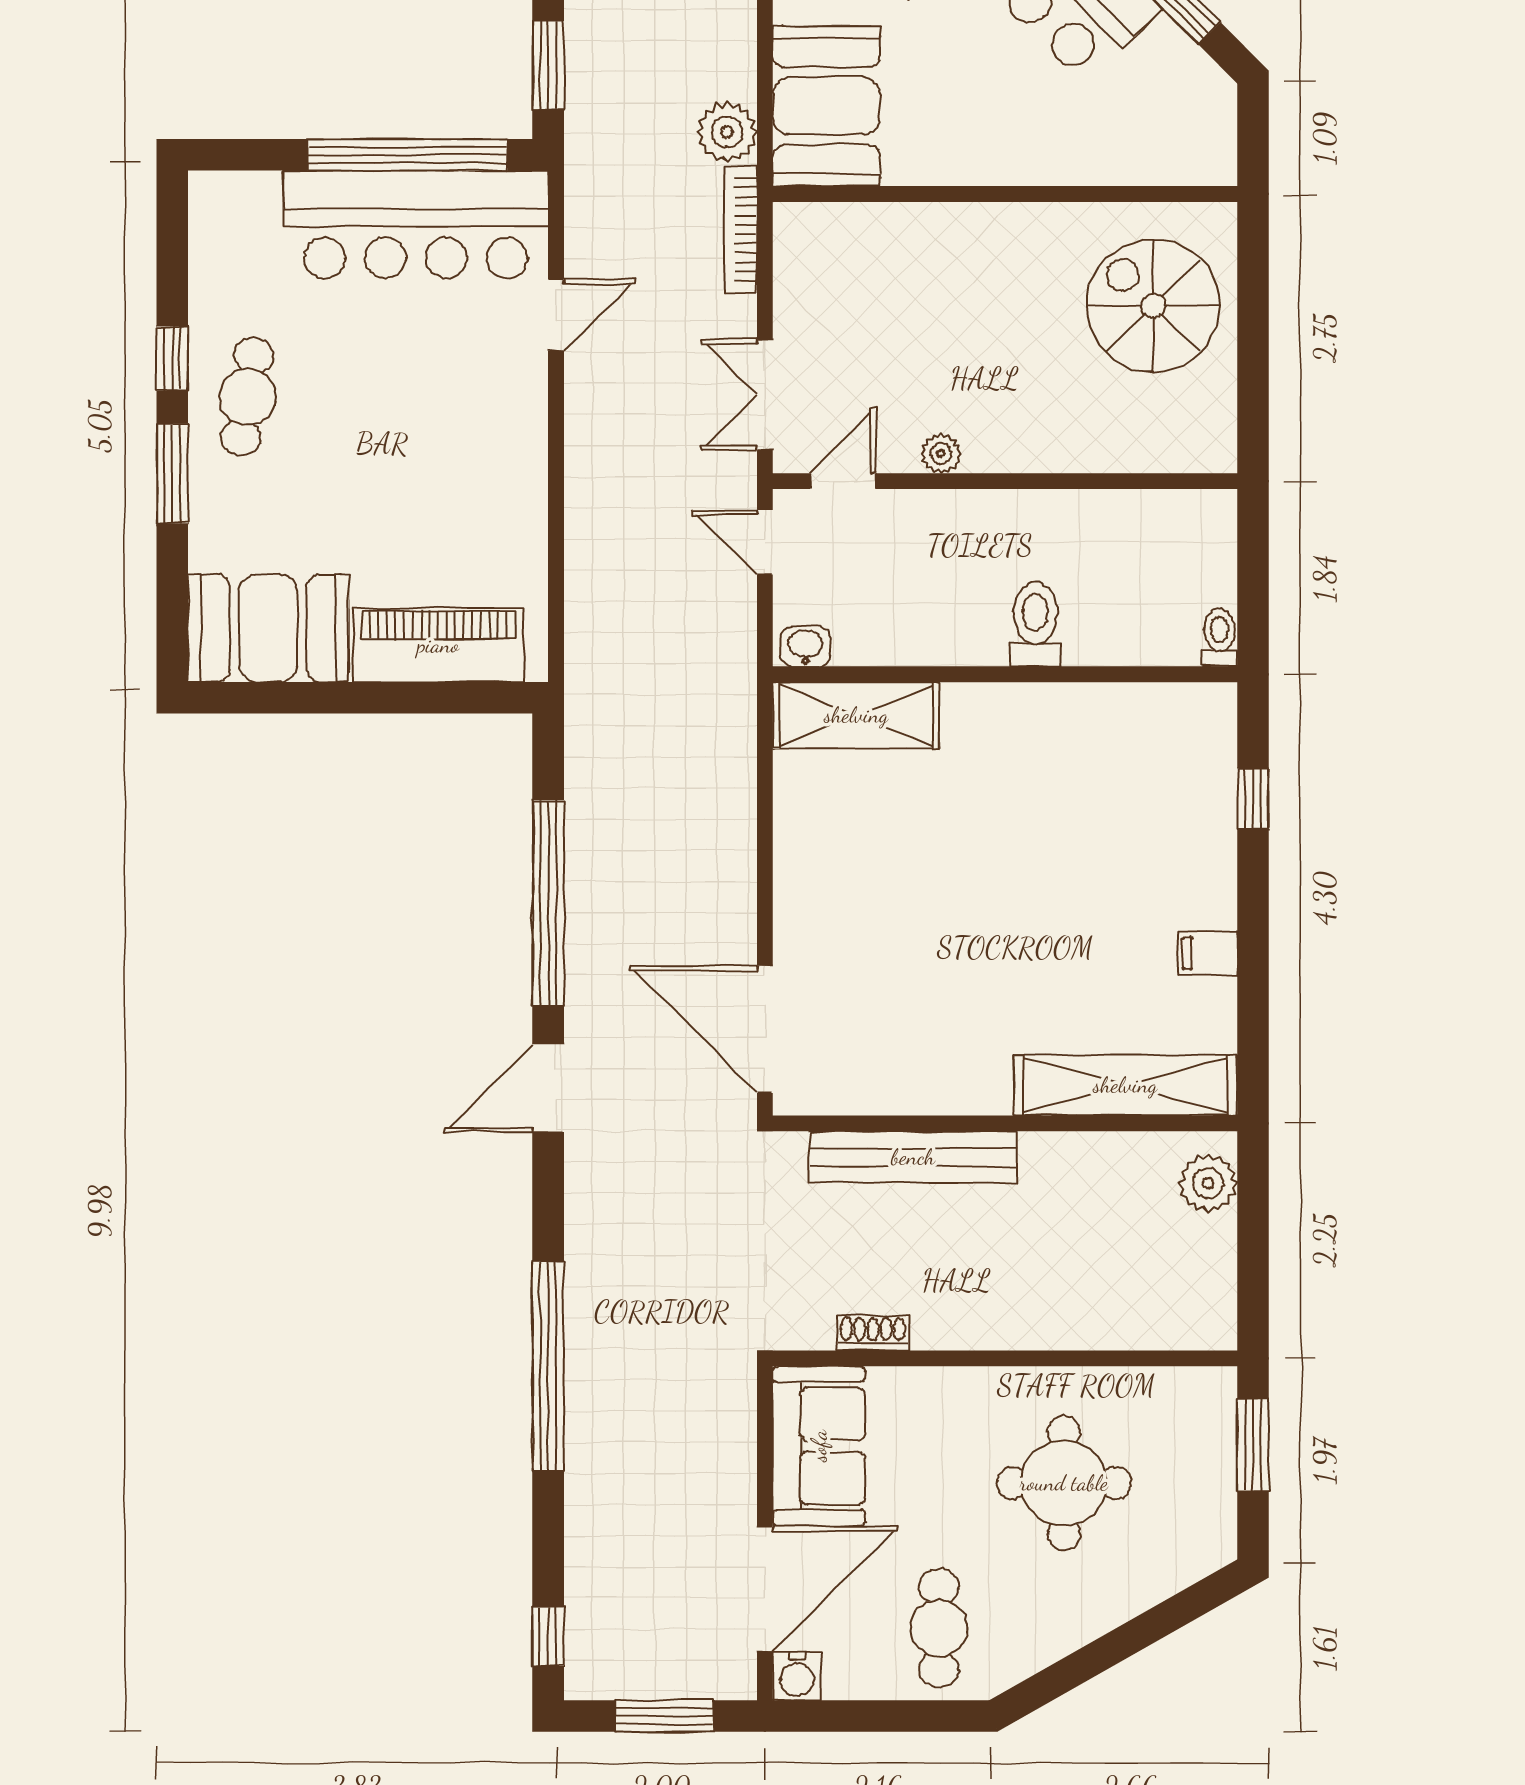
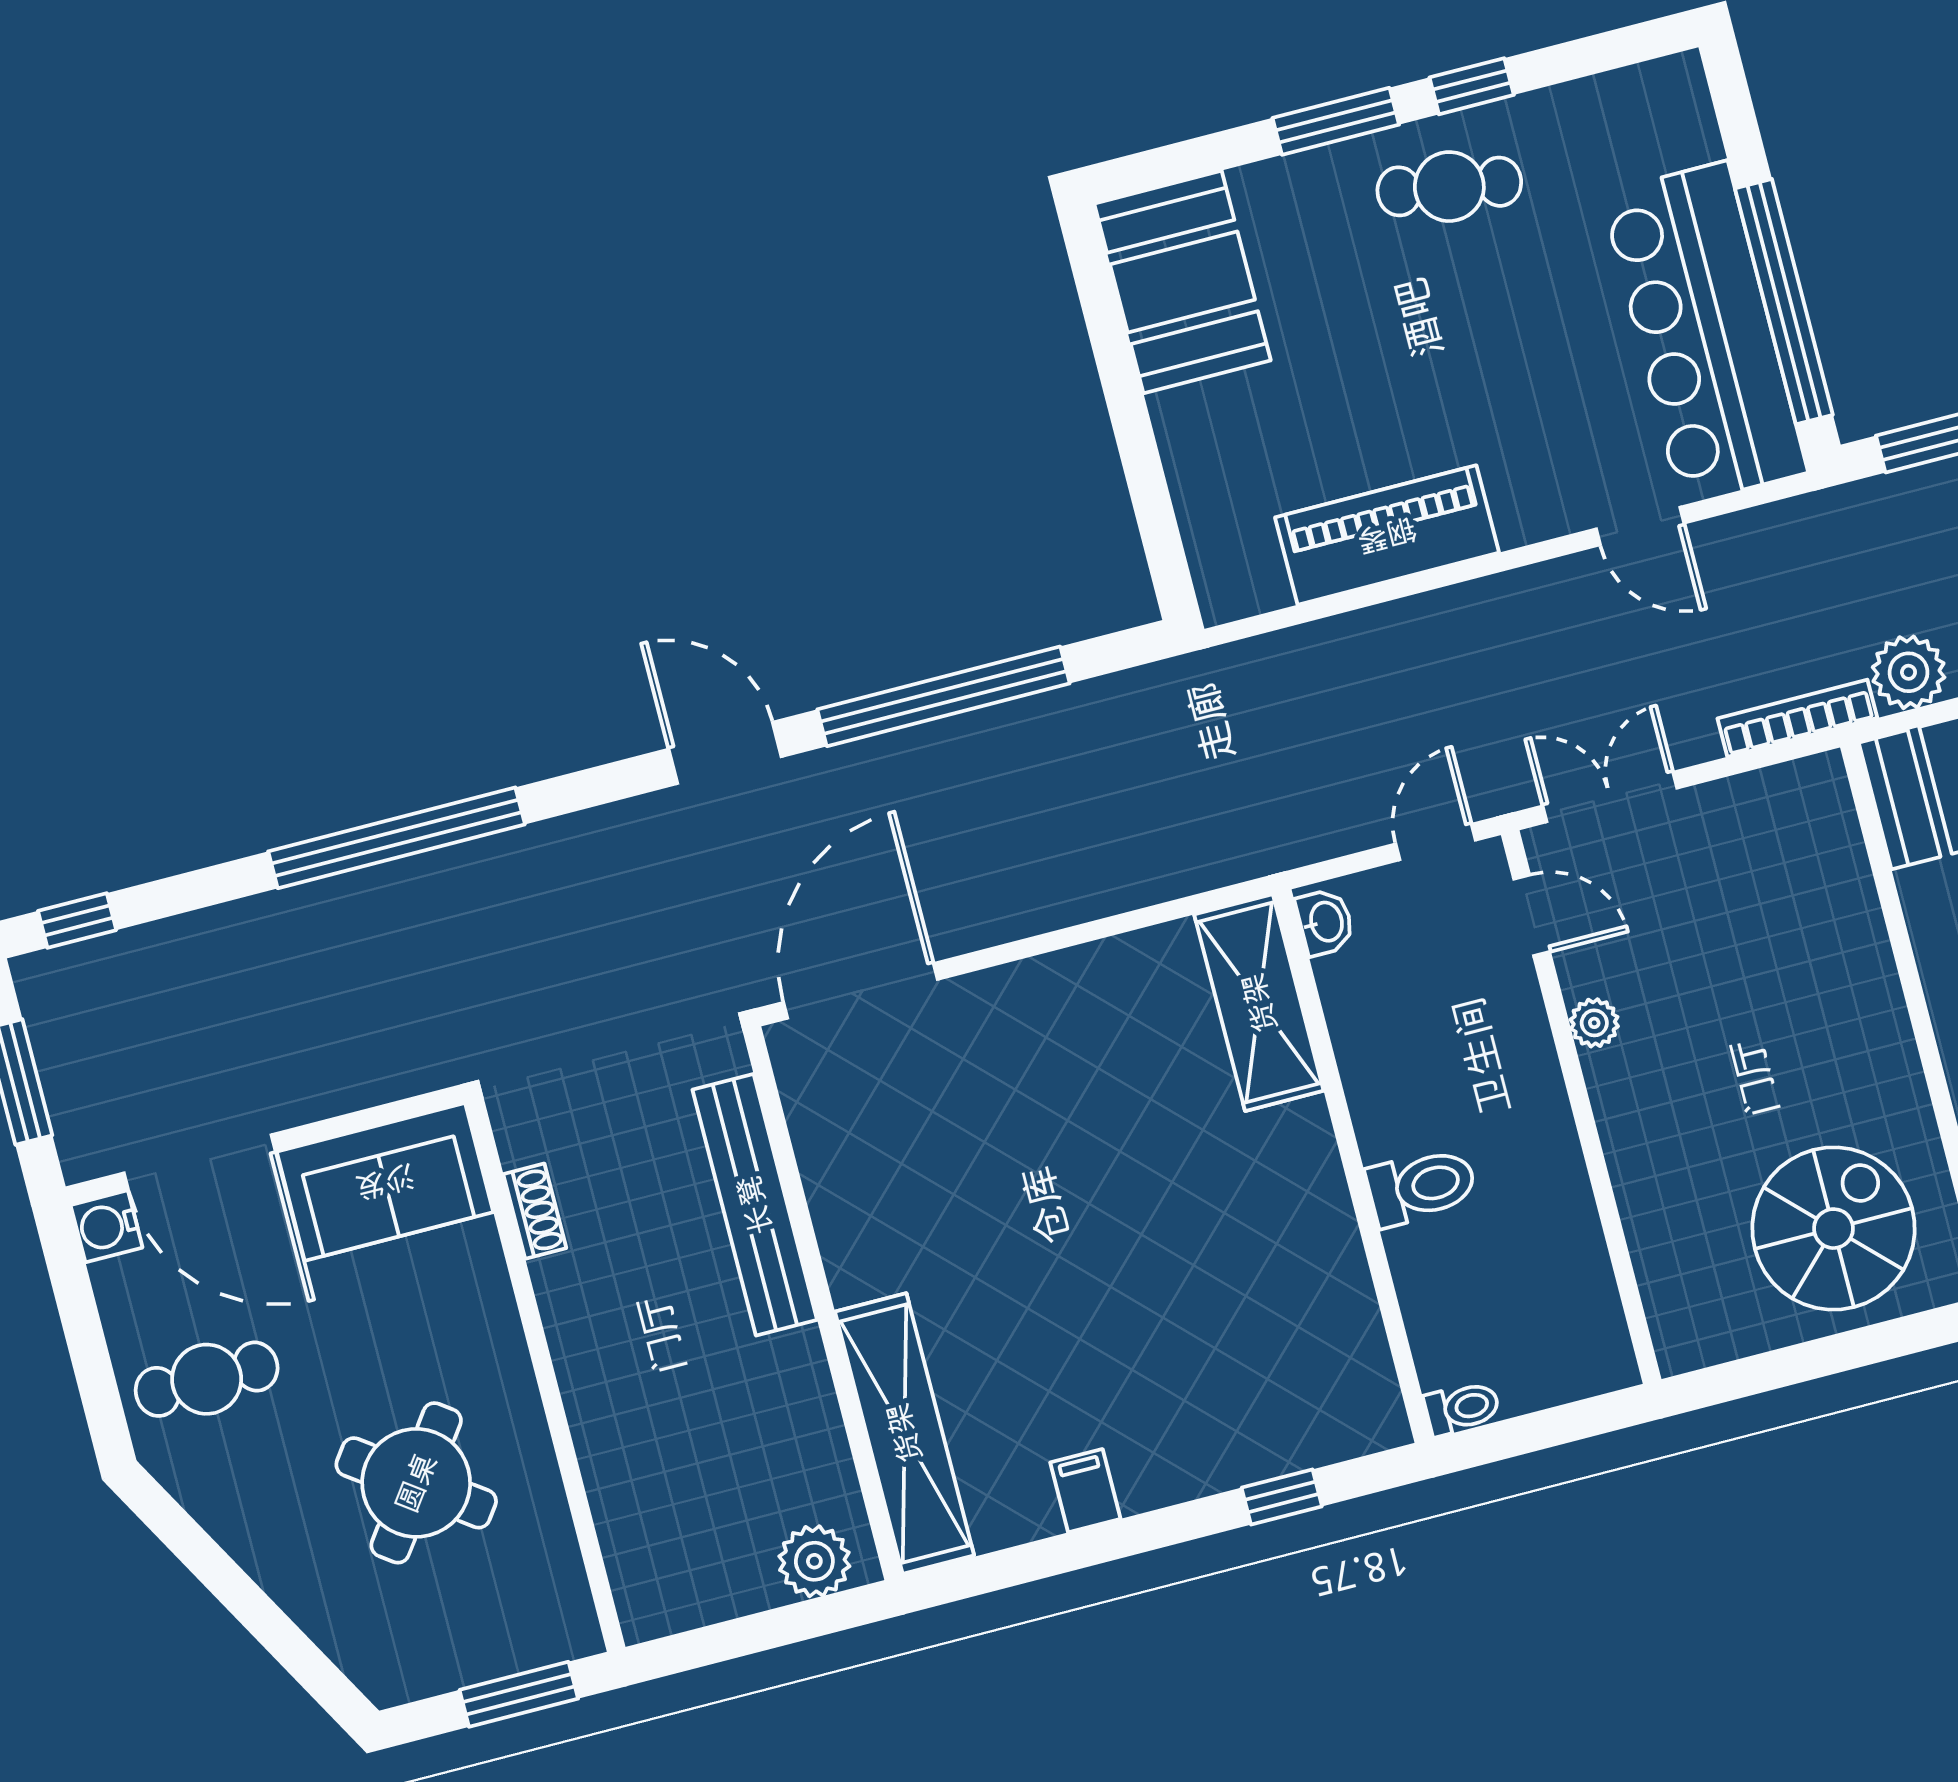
piano: (438, 645) -> (1387, 535), moved, turned -90
round table: (1064, 1483) -> (416, 1483), turned 36

